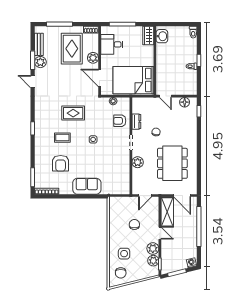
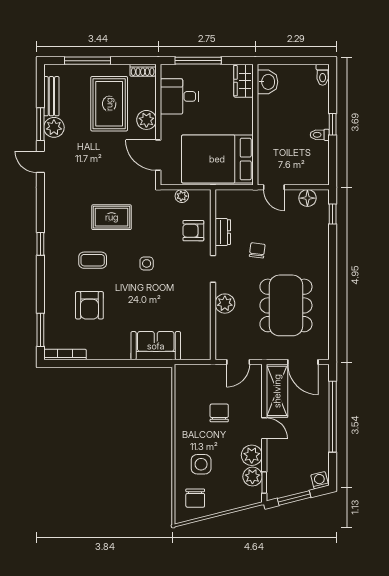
sofa: (87, 186) -> (156, 346), moved

